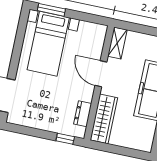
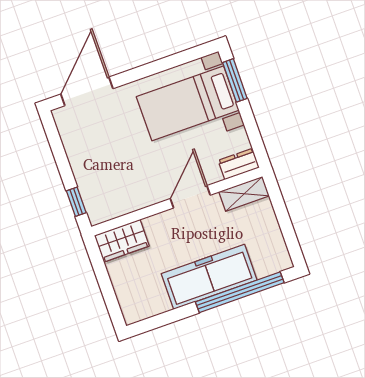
dresser: (83, 114) -> (239, 164), moved
wardrobe: (104, 119) -> (122, 241), width x0.67

